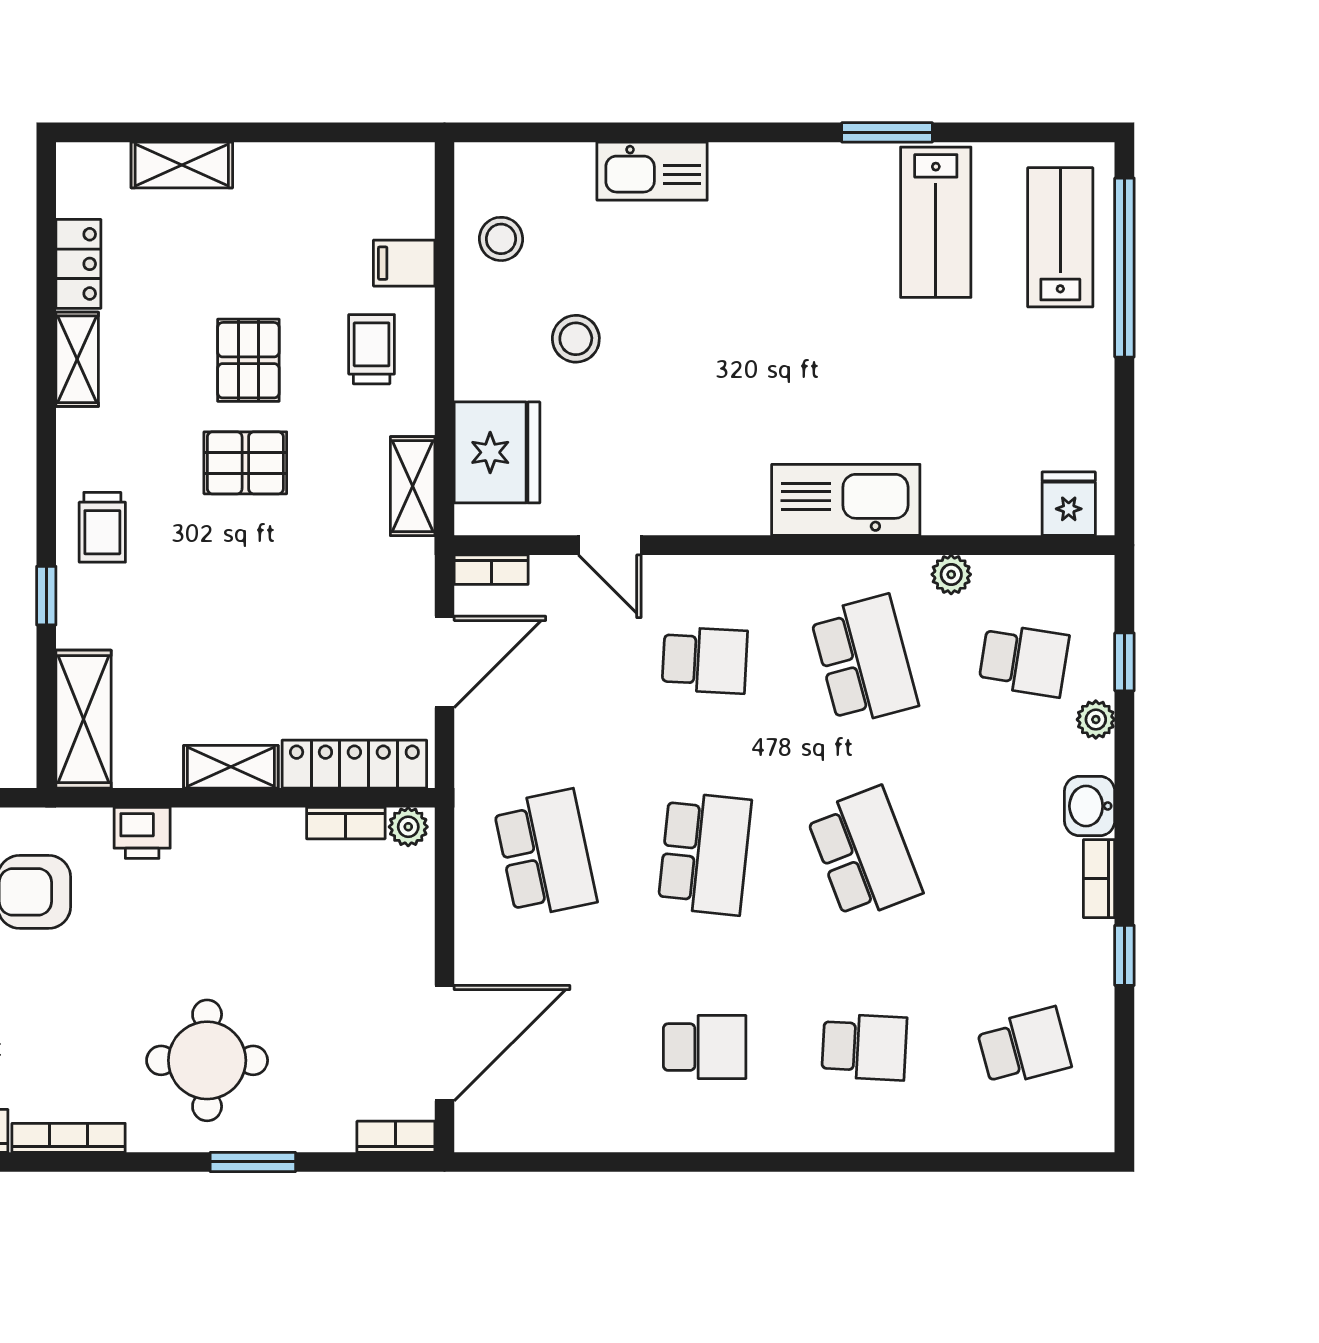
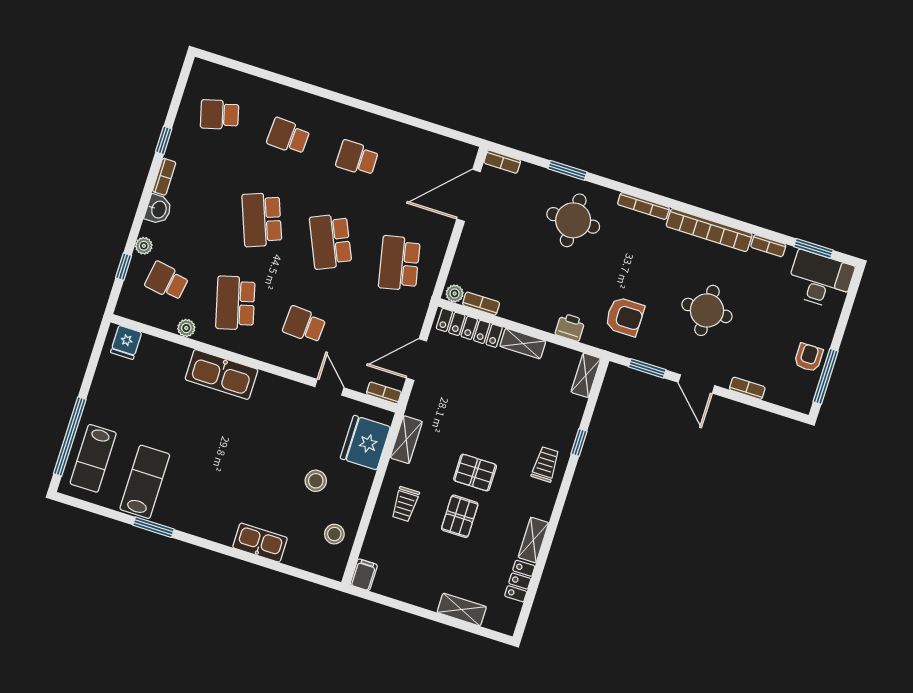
filing cabinet: (404, 263) -> (364, 575), moved, turned -90
shelving: (84, 719) -> (586, 375), width x0.67, depth x0.75
school desk: (705, 854) -> (331, 241), turned -30

